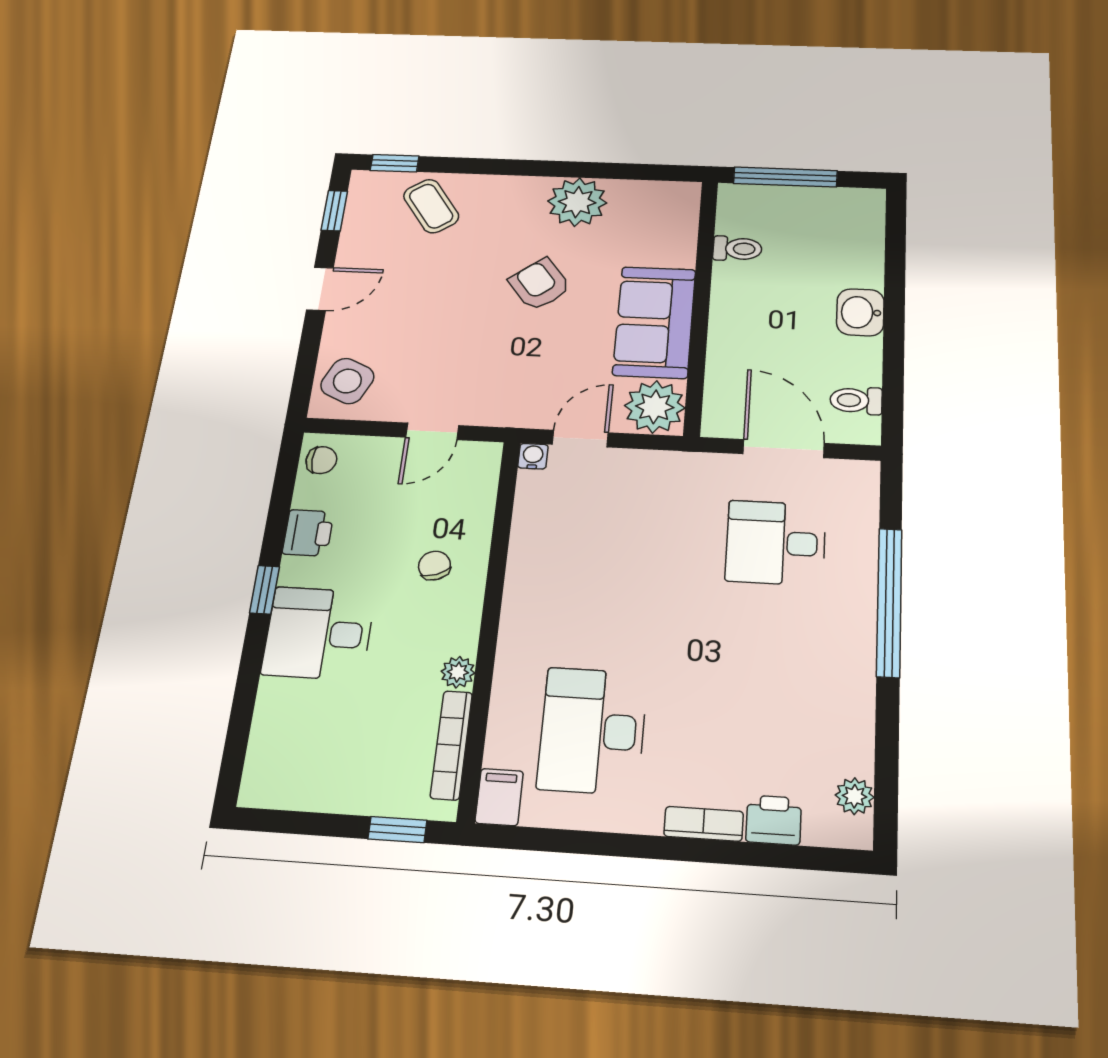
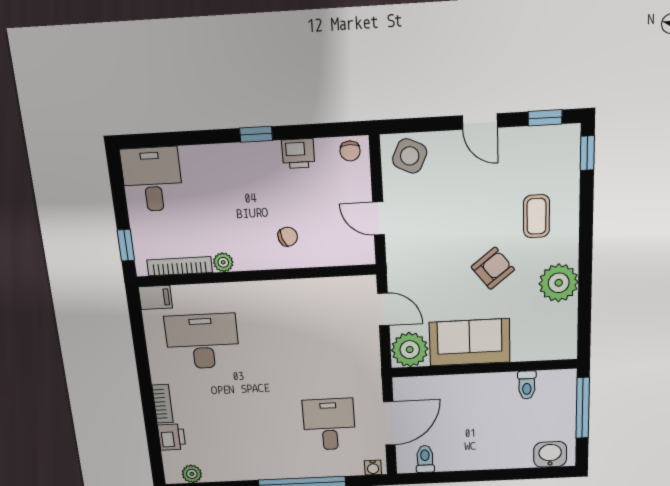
coffee table: (431, 206) -> (536, 216), moved, turned -55
washbasin: (860, 312) -> (550, 454), moved
water cooler: (533, 456) -> (373, 467), moved, turned 90
desk: (318, 633) -> (152, 179), moved

